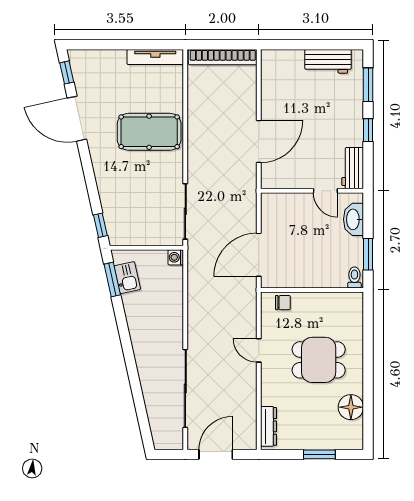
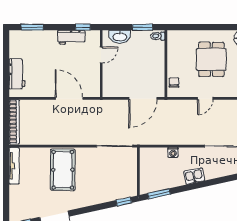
workbench: (328, 61) -> (17, 74), moved
window: (368, 130) -> (83, 27), moved
workbench: (353, 168) -> (71, 37), moved
door: (259, 255) -> (143, 98), hinge flipped
washing machine: (176, 257) -> (173, 152), moved
kitchen sink: (127, 278) -> (194, 176), moved

